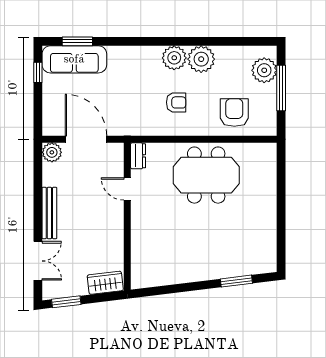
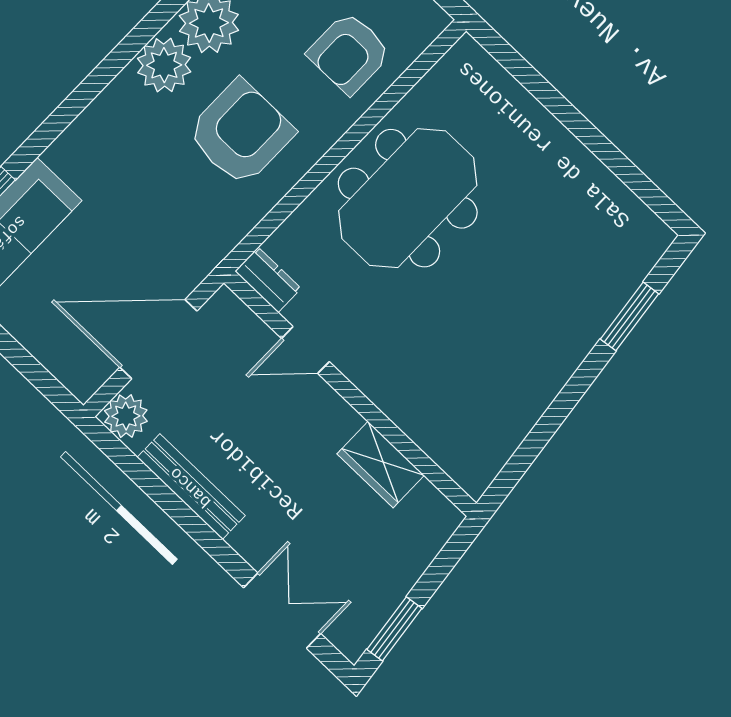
armchair: (176, 102) -> (241, 133), width x1.88, depth x1.88
armchair: (234, 113) -> (349, 53), turned -90
bench: (49, 213) -> (191, 487), moved
wardrobe: (105, 283) -> (381, 465), moved, turned -83

